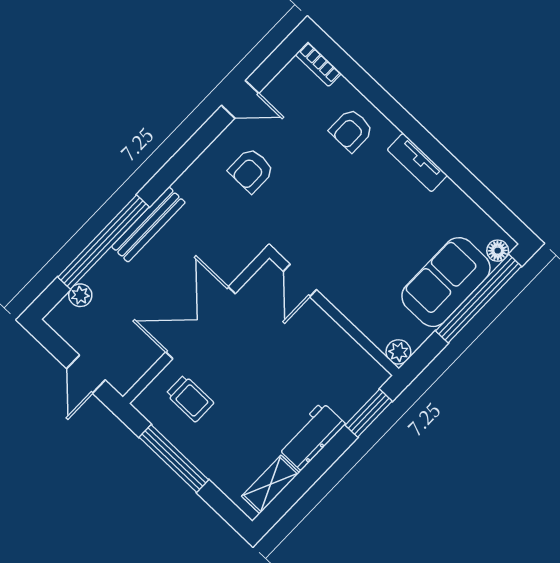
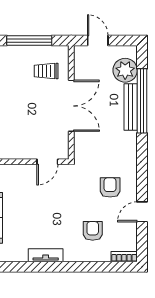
armchair: (351, 130) -> (93, 231), moved
bench: (148, 224) -> (131, 107), moved
door: (300, 280) -> (47, 162), swing flipped
plant: (80, 295) -> (125, 70), width x1.88, depth x1.88

